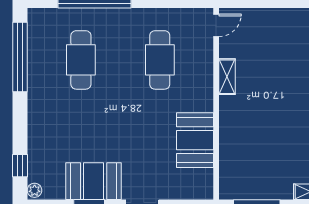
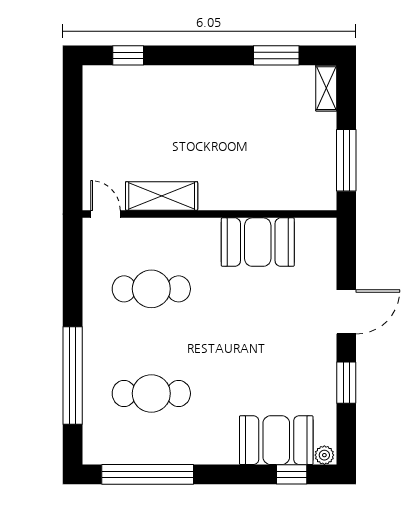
shelving: (227, 77) -> (162, 196), width x1.50, depth x1.33
booth: (94, 181) -> (276, 440), moved, turned 90

